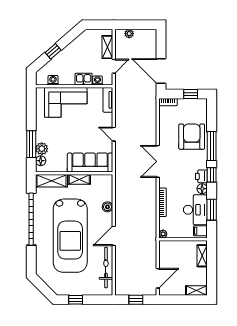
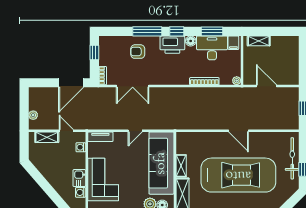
window: (53, 51) -> (51, 192), removed
kitchen sink: (84, 79) -> (79, 178), moved
armchair: (192, 137) -> (138, 52), width x0.53, depth x0.53
double door: (158, 161) -> (133, 86), moved
sofa: (90, 163) -> (161, 163), width x1.36, depth x1.27
printer: (201, 176) -> (172, 45), width x1.87, depth x1.48
boiler: (107, 207) -> (209, 137), removed
bicycle: (106, 267) -> (292, 158), moved, turned 90
door: (158, 278) -> (266, 86), moved
shelving: (196, 290) -> (294, 47), removed

